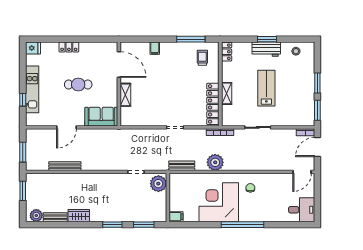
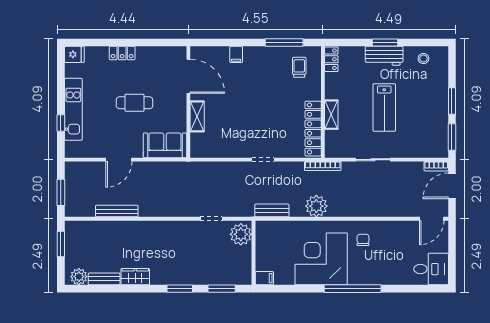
lab bench: (266, 88) -> (384, 107), turned 180

